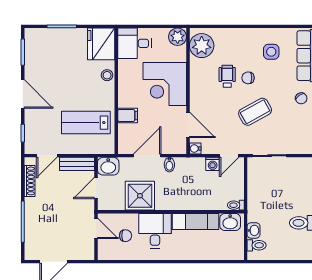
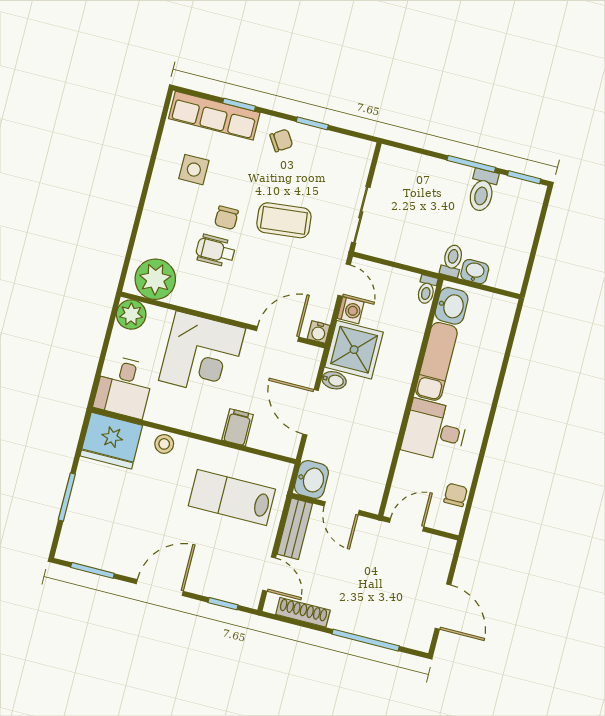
coffee table: (255, 112) -> (284, 220), turned -67
lab bench: (86, 123) -> (232, 498), turned 90
shower: (140, 196) -> (354, 350), moved
chair: (126, 236) -> (456, 495), moved
toilet: (257, 245) -> (452, 261), moved

